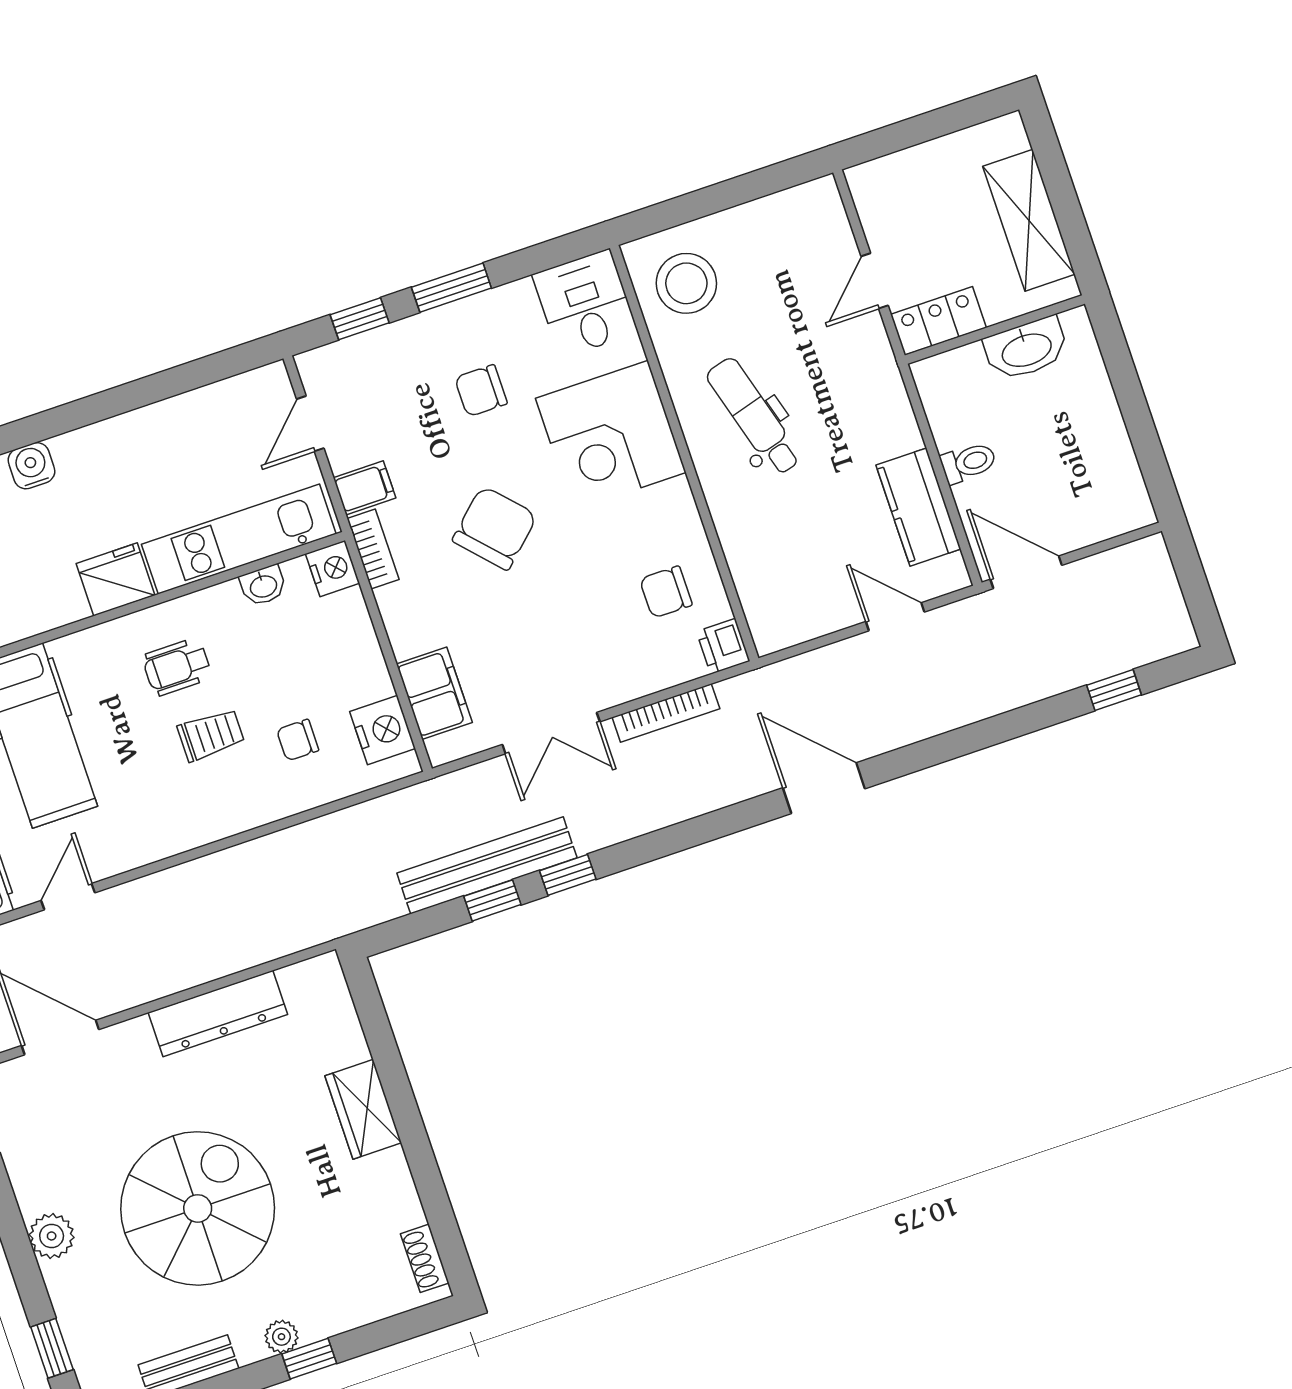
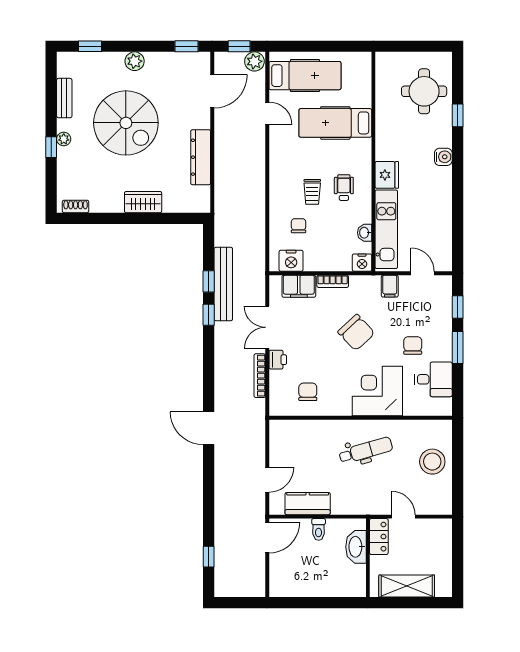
stool: (686, 283) -> (432, 462), moved
desk: (585, 304) -> (433, 379), moved
washbasin: (1026, 349) -> (356, 547), moved
bookcase: (373, 549) -> (333, 281), moved
printer: (723, 646) -> (278, 360), moved, turned 90
door: (824, 788) -> (209, 428), swing flipped

